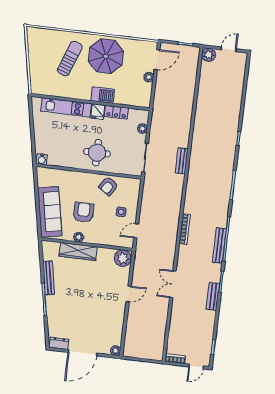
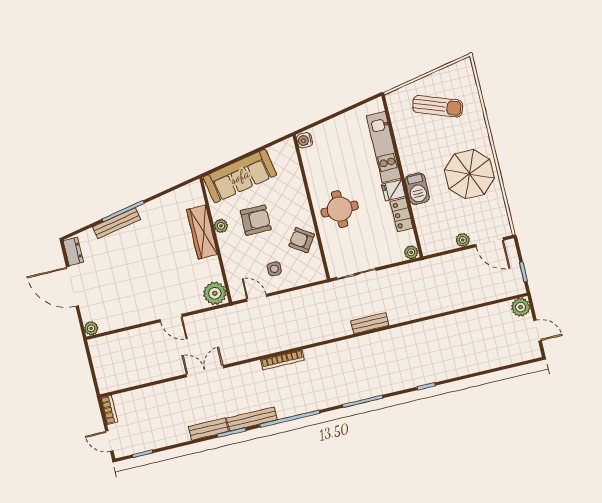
sun lounger: (70, 59) -> (438, 106), moved
plant: (142, 129) -> (411, 252), moved
bench: (219, 246) -> (252, 419), moved
bench: (49, 278) -> (117, 223), moved

